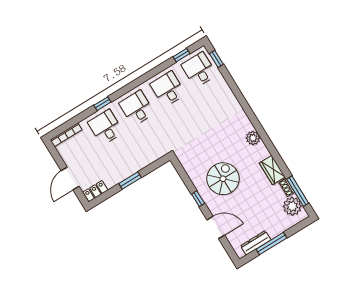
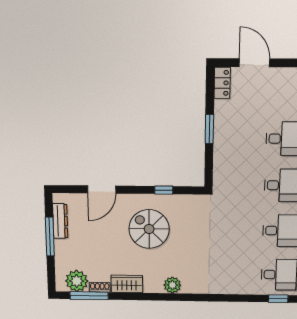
spiral stairs: (223, 179) -> (149, 229), turned 180
window: (198, 199) -> (164, 190), moved

